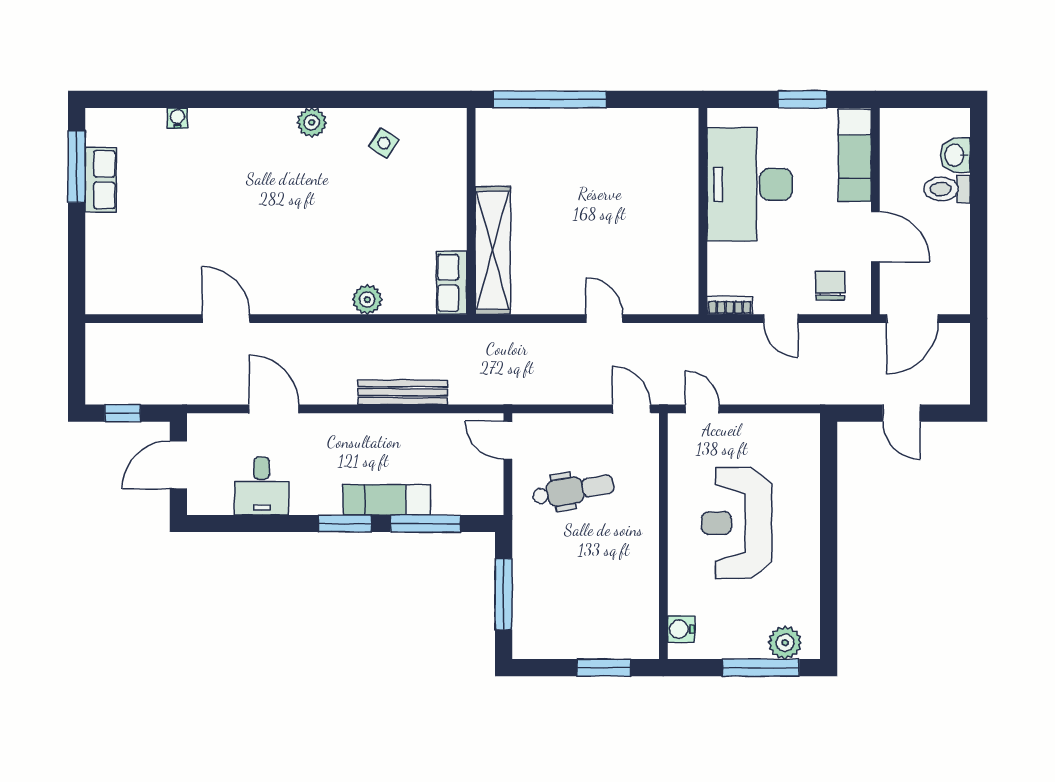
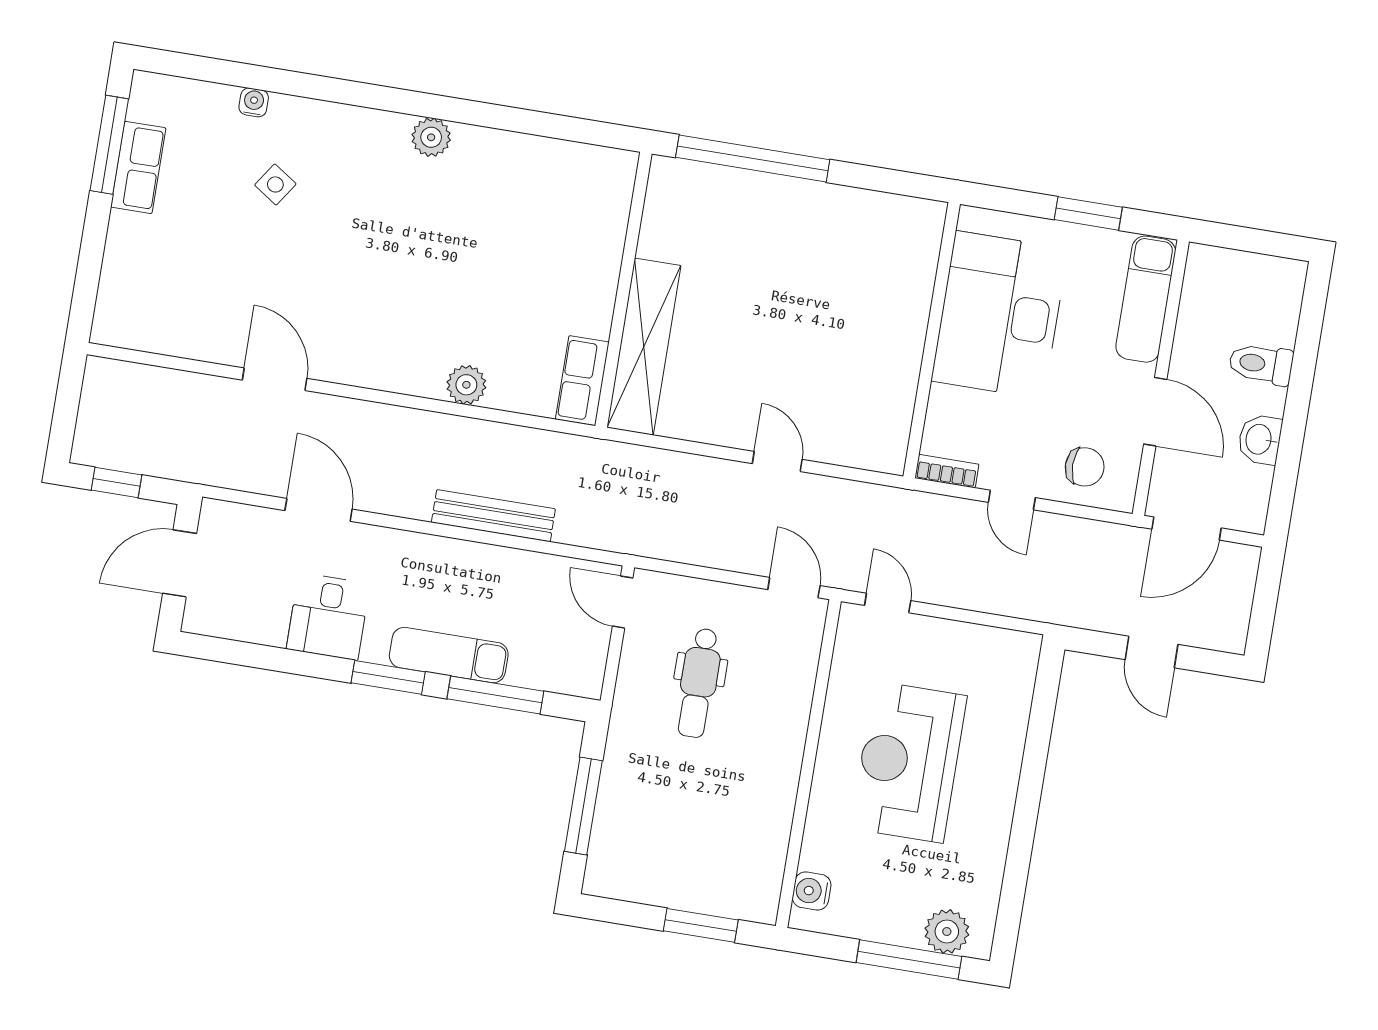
side table: (384, 143) -> (275, 184), moved
washbasin: (955, 155) -> (1260, 439), moved
chair: (830, 286) -> (1085, 467), turned 90
desk: (262, 486) -> (328, 616), moved
dental chair: (573, 490) -> (699, 683), turned 100

